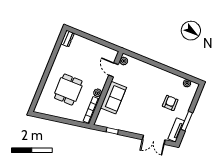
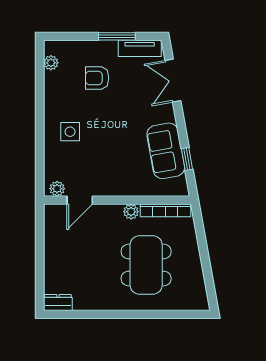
side table: (149, 79) -> (70, 132), added
dining table: (68, 90) -> (146, 265), width x1.38
sofa: (113, 98) -> (166, 151), moved, turned -100
double door: (154, 140) -> (173, 81), swing flipped

